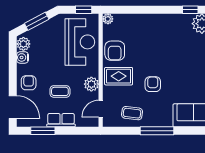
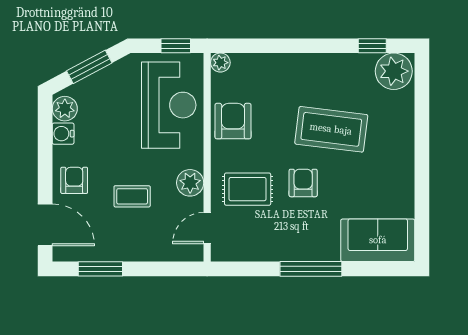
armchair: (115, 51) -> (233, 121), turned 180
rug: (119, 76) -> (248, 189), moved
coffee table: (132, 113) -> (331, 129), moved, width x1.86, depth x1.72
row of seats: (61, 120) -> (134, 249), removed

